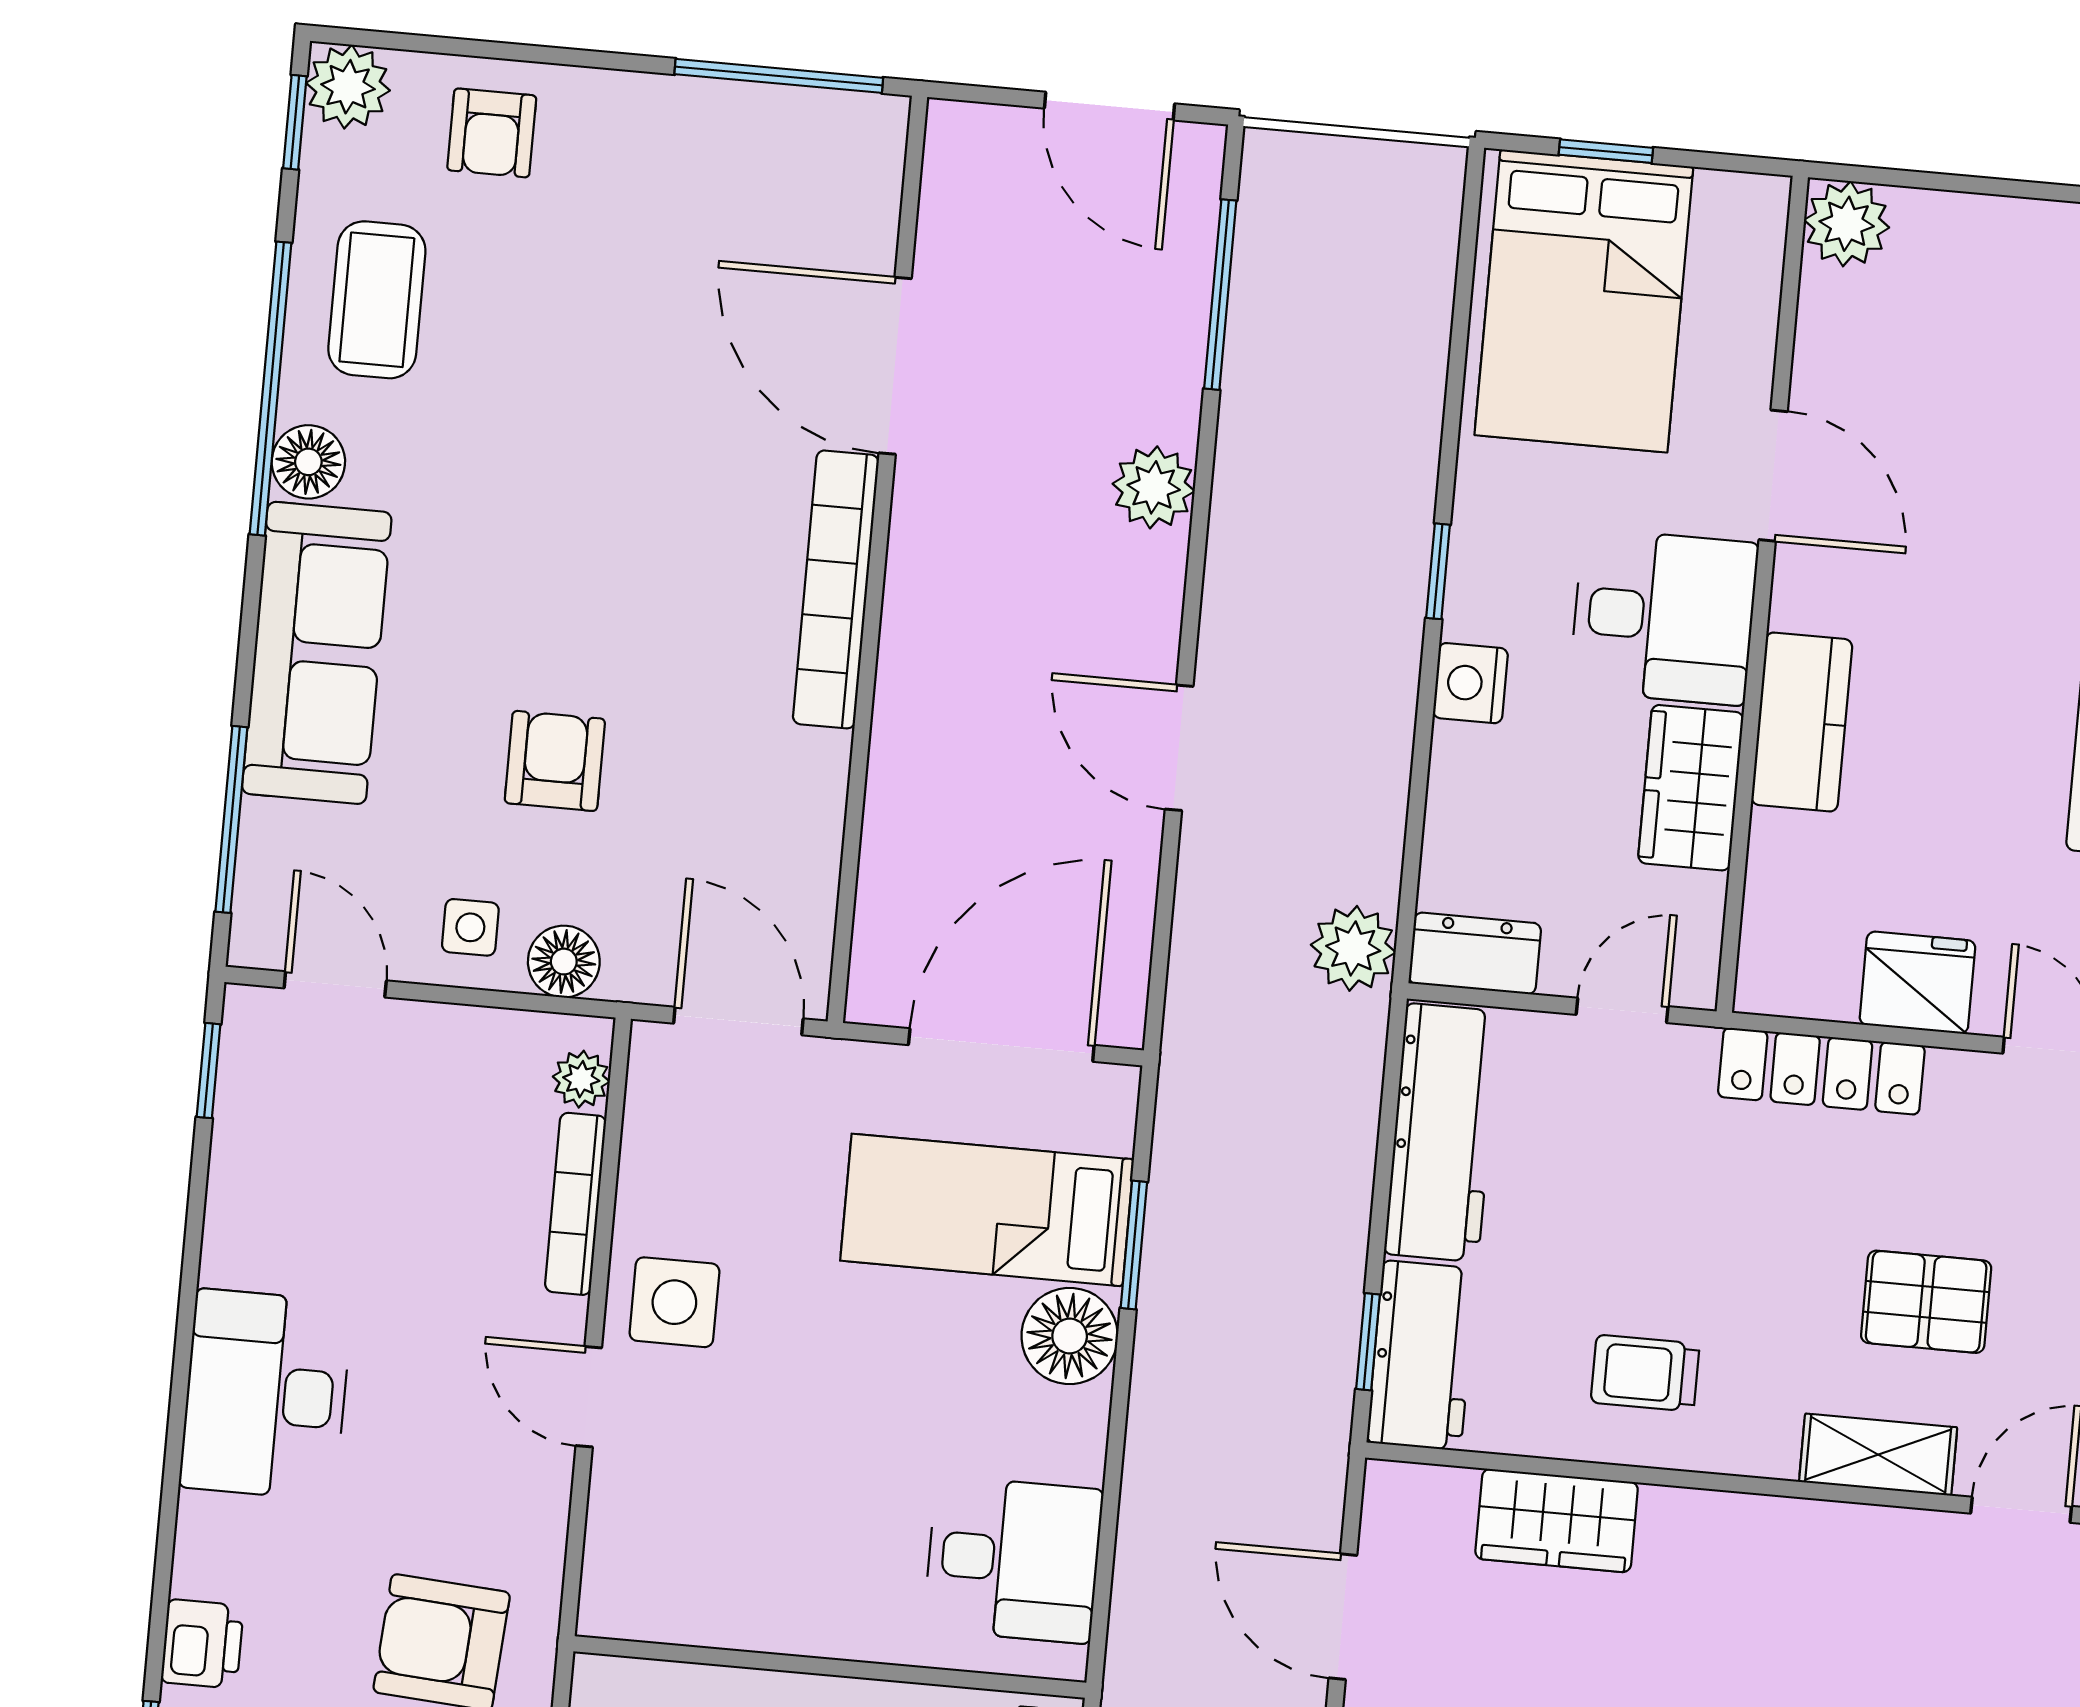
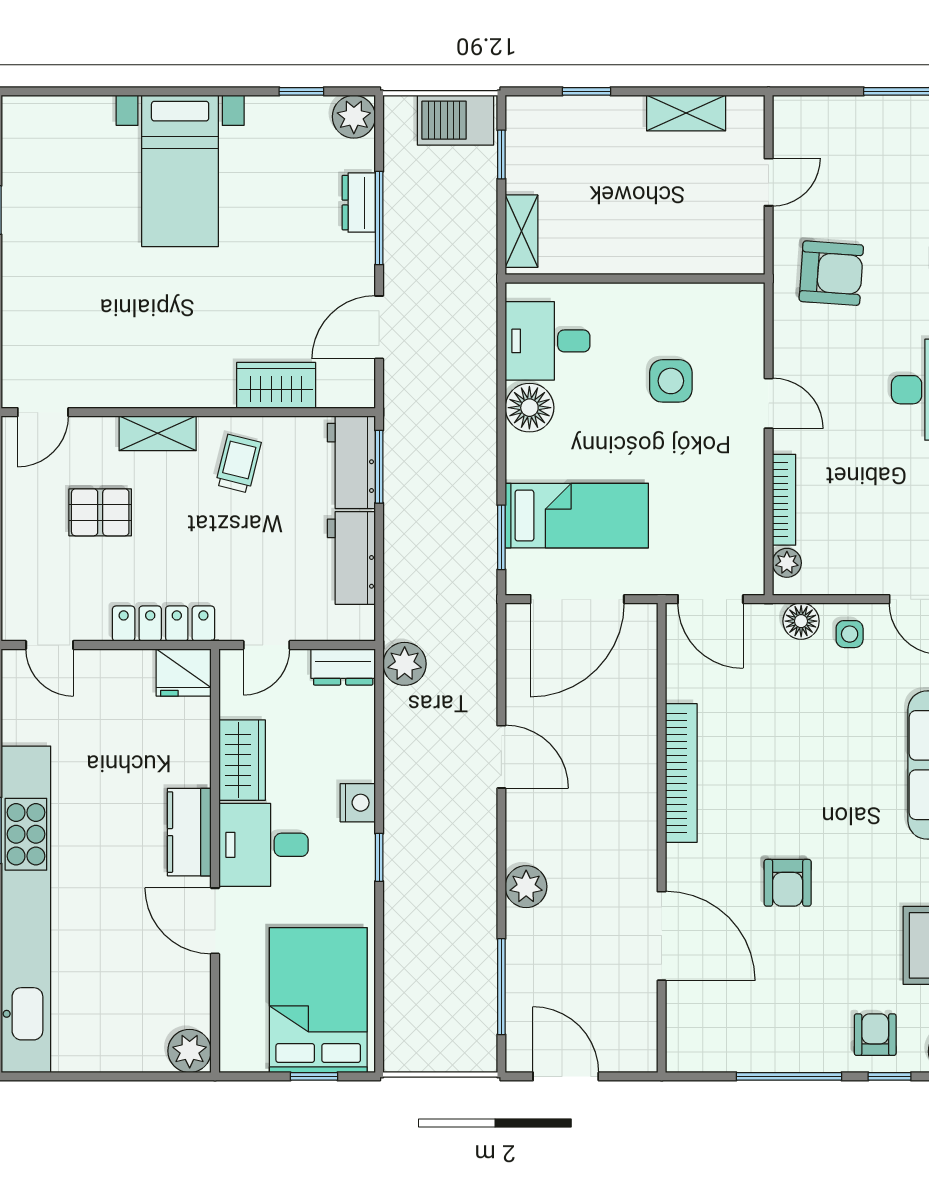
window: (471, 48) -> (890, 1076), added
window: (779, 76) -> (789, 1076), moved
bookcase: (836, 589) -> (681, 773), moved
kitchen counter: (1802, 722) -> (189, 832), moved
armchair: (555, 761) -> (788, 883), moved
fridge: (1917, 983) -> (184, 672), moved
workbench: (1442, 1133) -> (351, 558), width x0.73
window: (1134, 1245) -> (501, 537), moved
side table: (674, 1302) -> (671, 381), moved
floor lamp: (1070, 1336) -> (529, 408), moved
window: (1368, 1342) -> (379, 467), width x1.50
trolley: (1645, 1373) -> (238, 464), turned -76
shelving: (1878, 1455) -> (158, 433), moved
door: (1343, 1617) -> (379, 327), swing flipped

